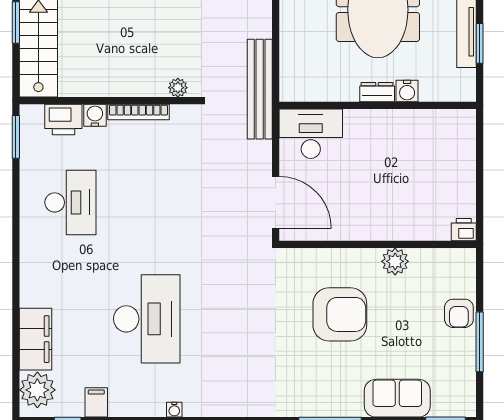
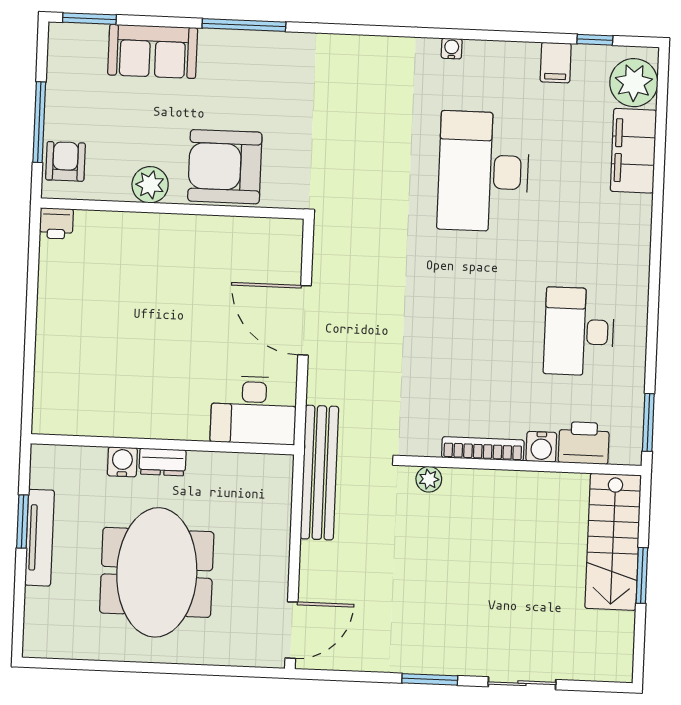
printer: (464, 230) -> (56, 223), moved
wall: (378, 244) -> (172, 209), moved
plant: (395, 261) -> (150, 185), moved

